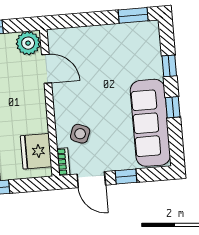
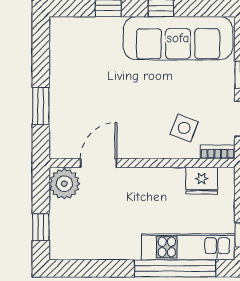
window: (133, 15) -> (41, 106), moved
fridge: (36, 151) -> (202, 181), width x0.73, depth x0.75

